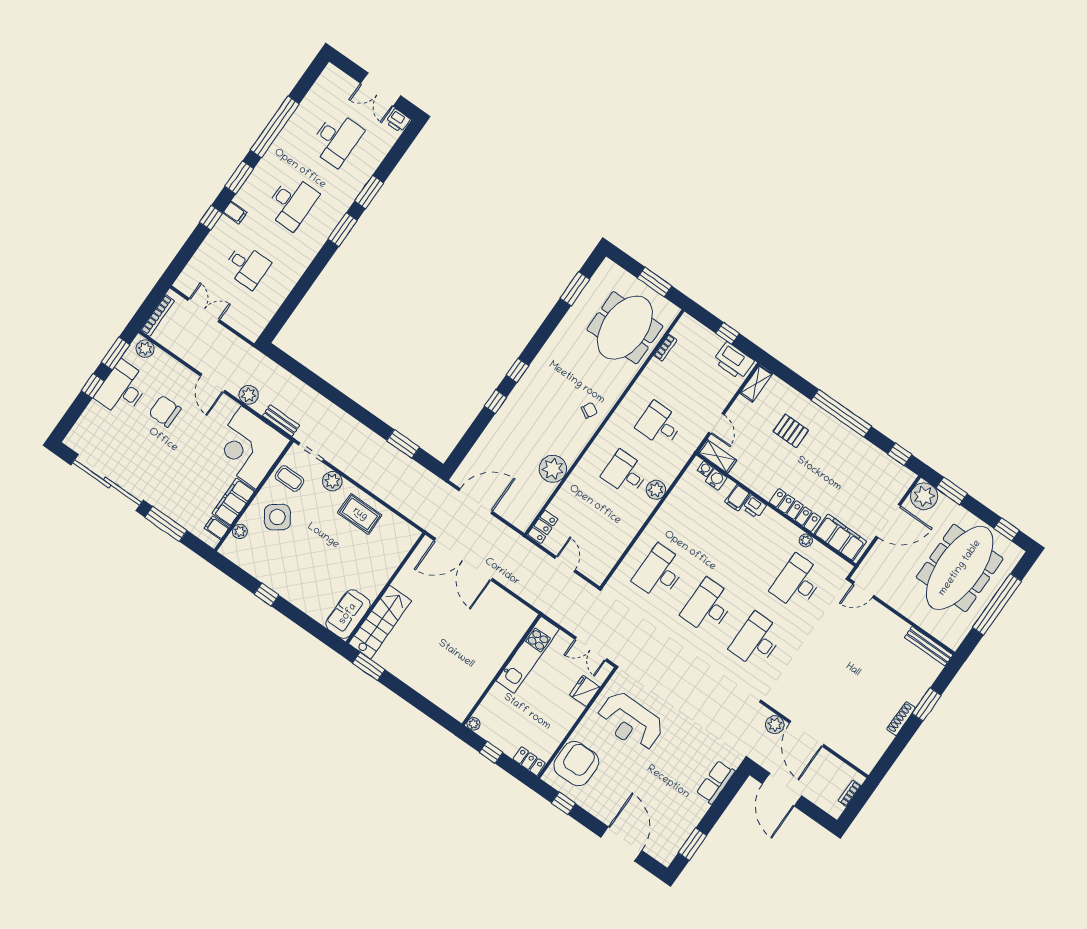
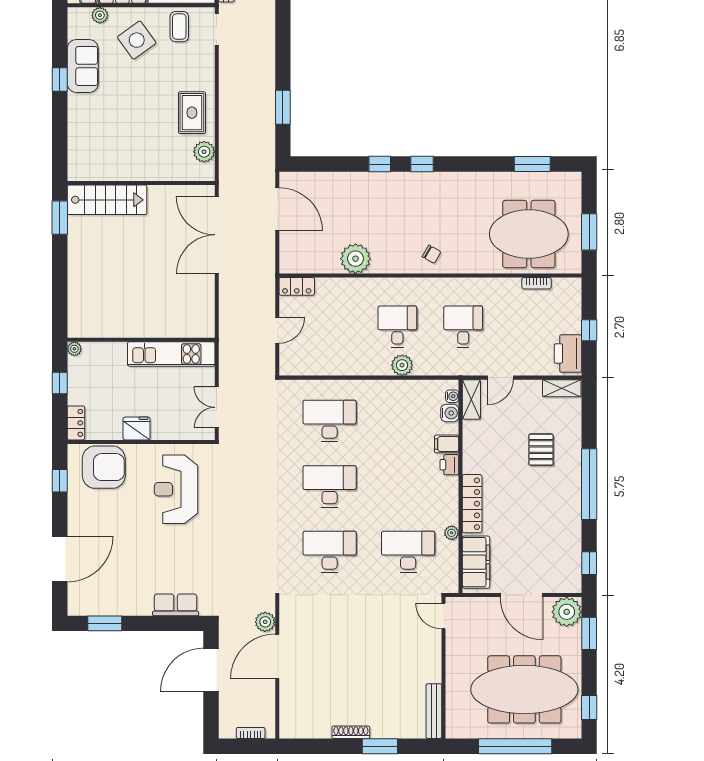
plant: (332, 481) -> (204, 152), moved
sofa: (348, 614) -> (83, 66), moved, turned 90
fridge: (585, 691) -> (137, 428), moved

